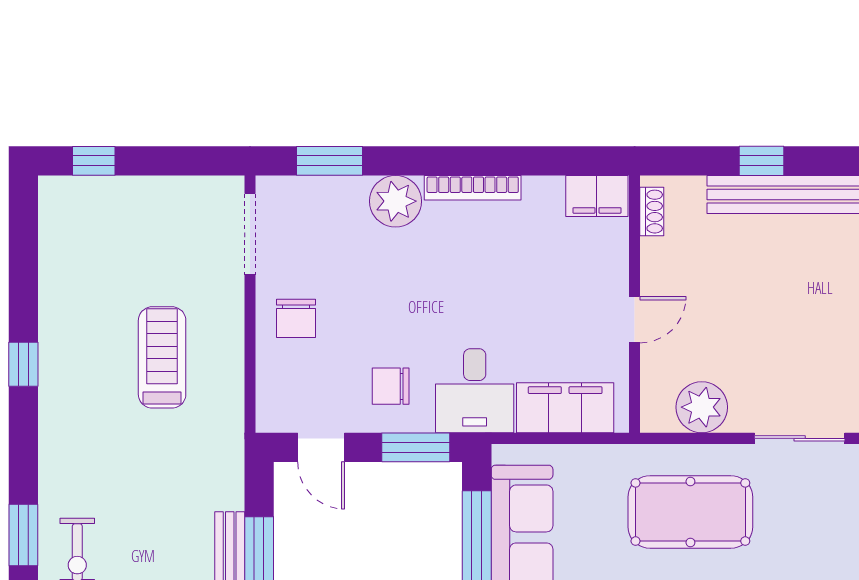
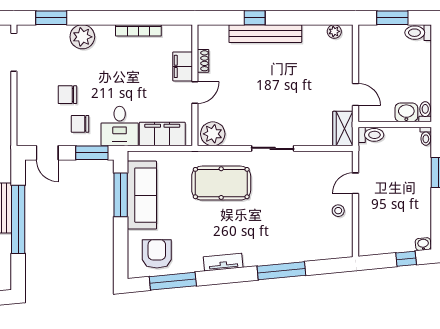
bookcase: (473, 188) -> (138, 30), moved
filing cabinet: (597, 196) -> (183, 66), moved, turned 90
shoe rack: (652, 212) -> (203, 61), moved
chair: (296, 318) -> (67, 95), moved, turned 90
plant: (702, 407) -> (213, 134), moved

